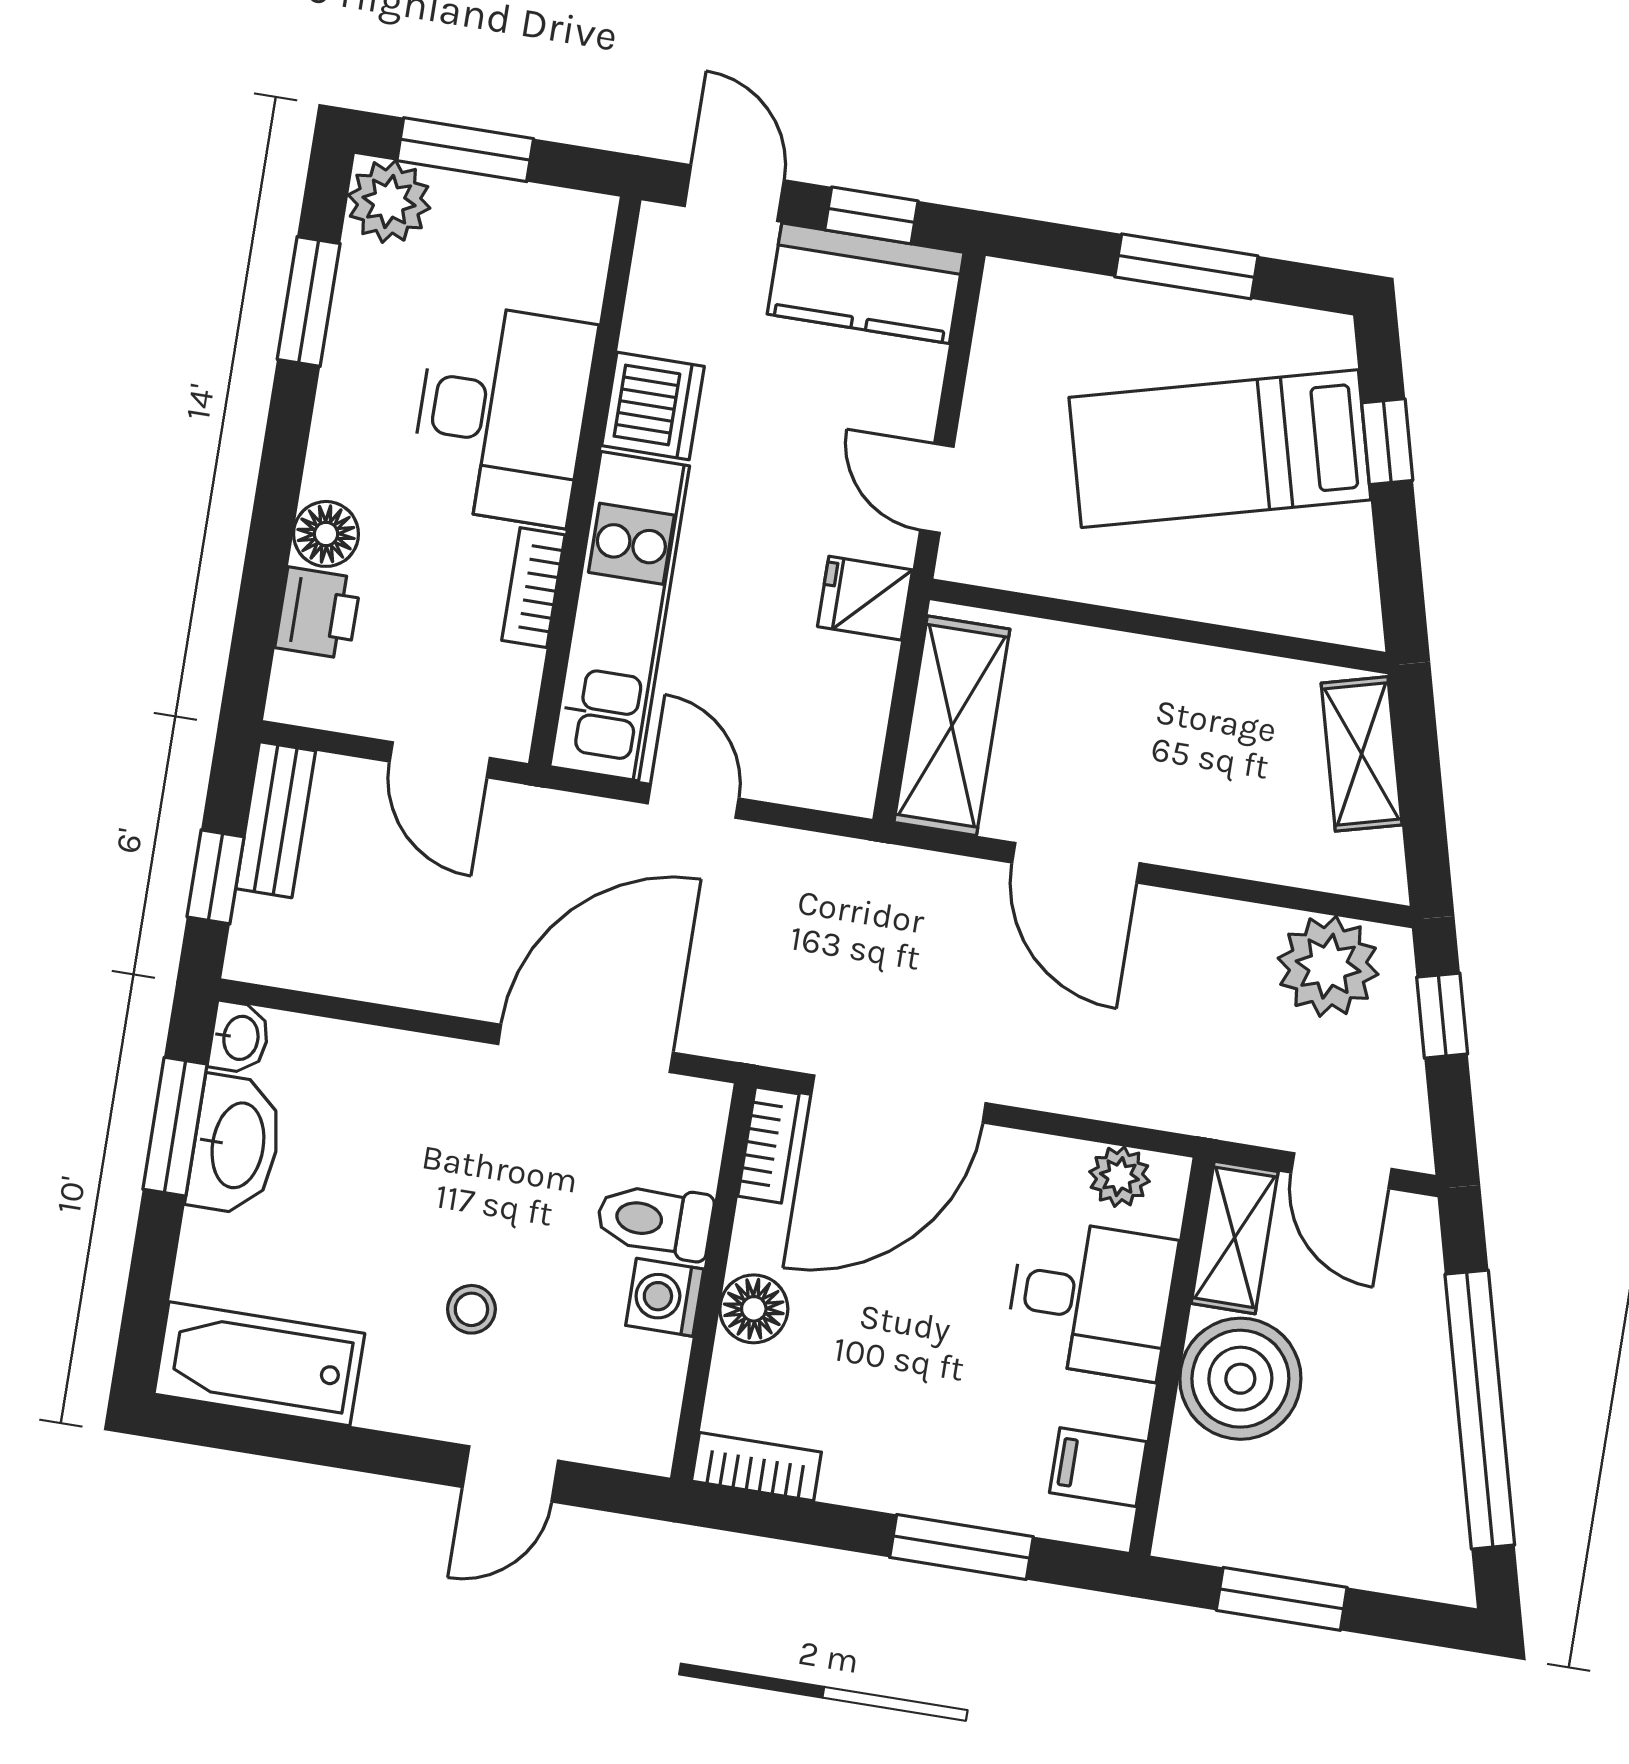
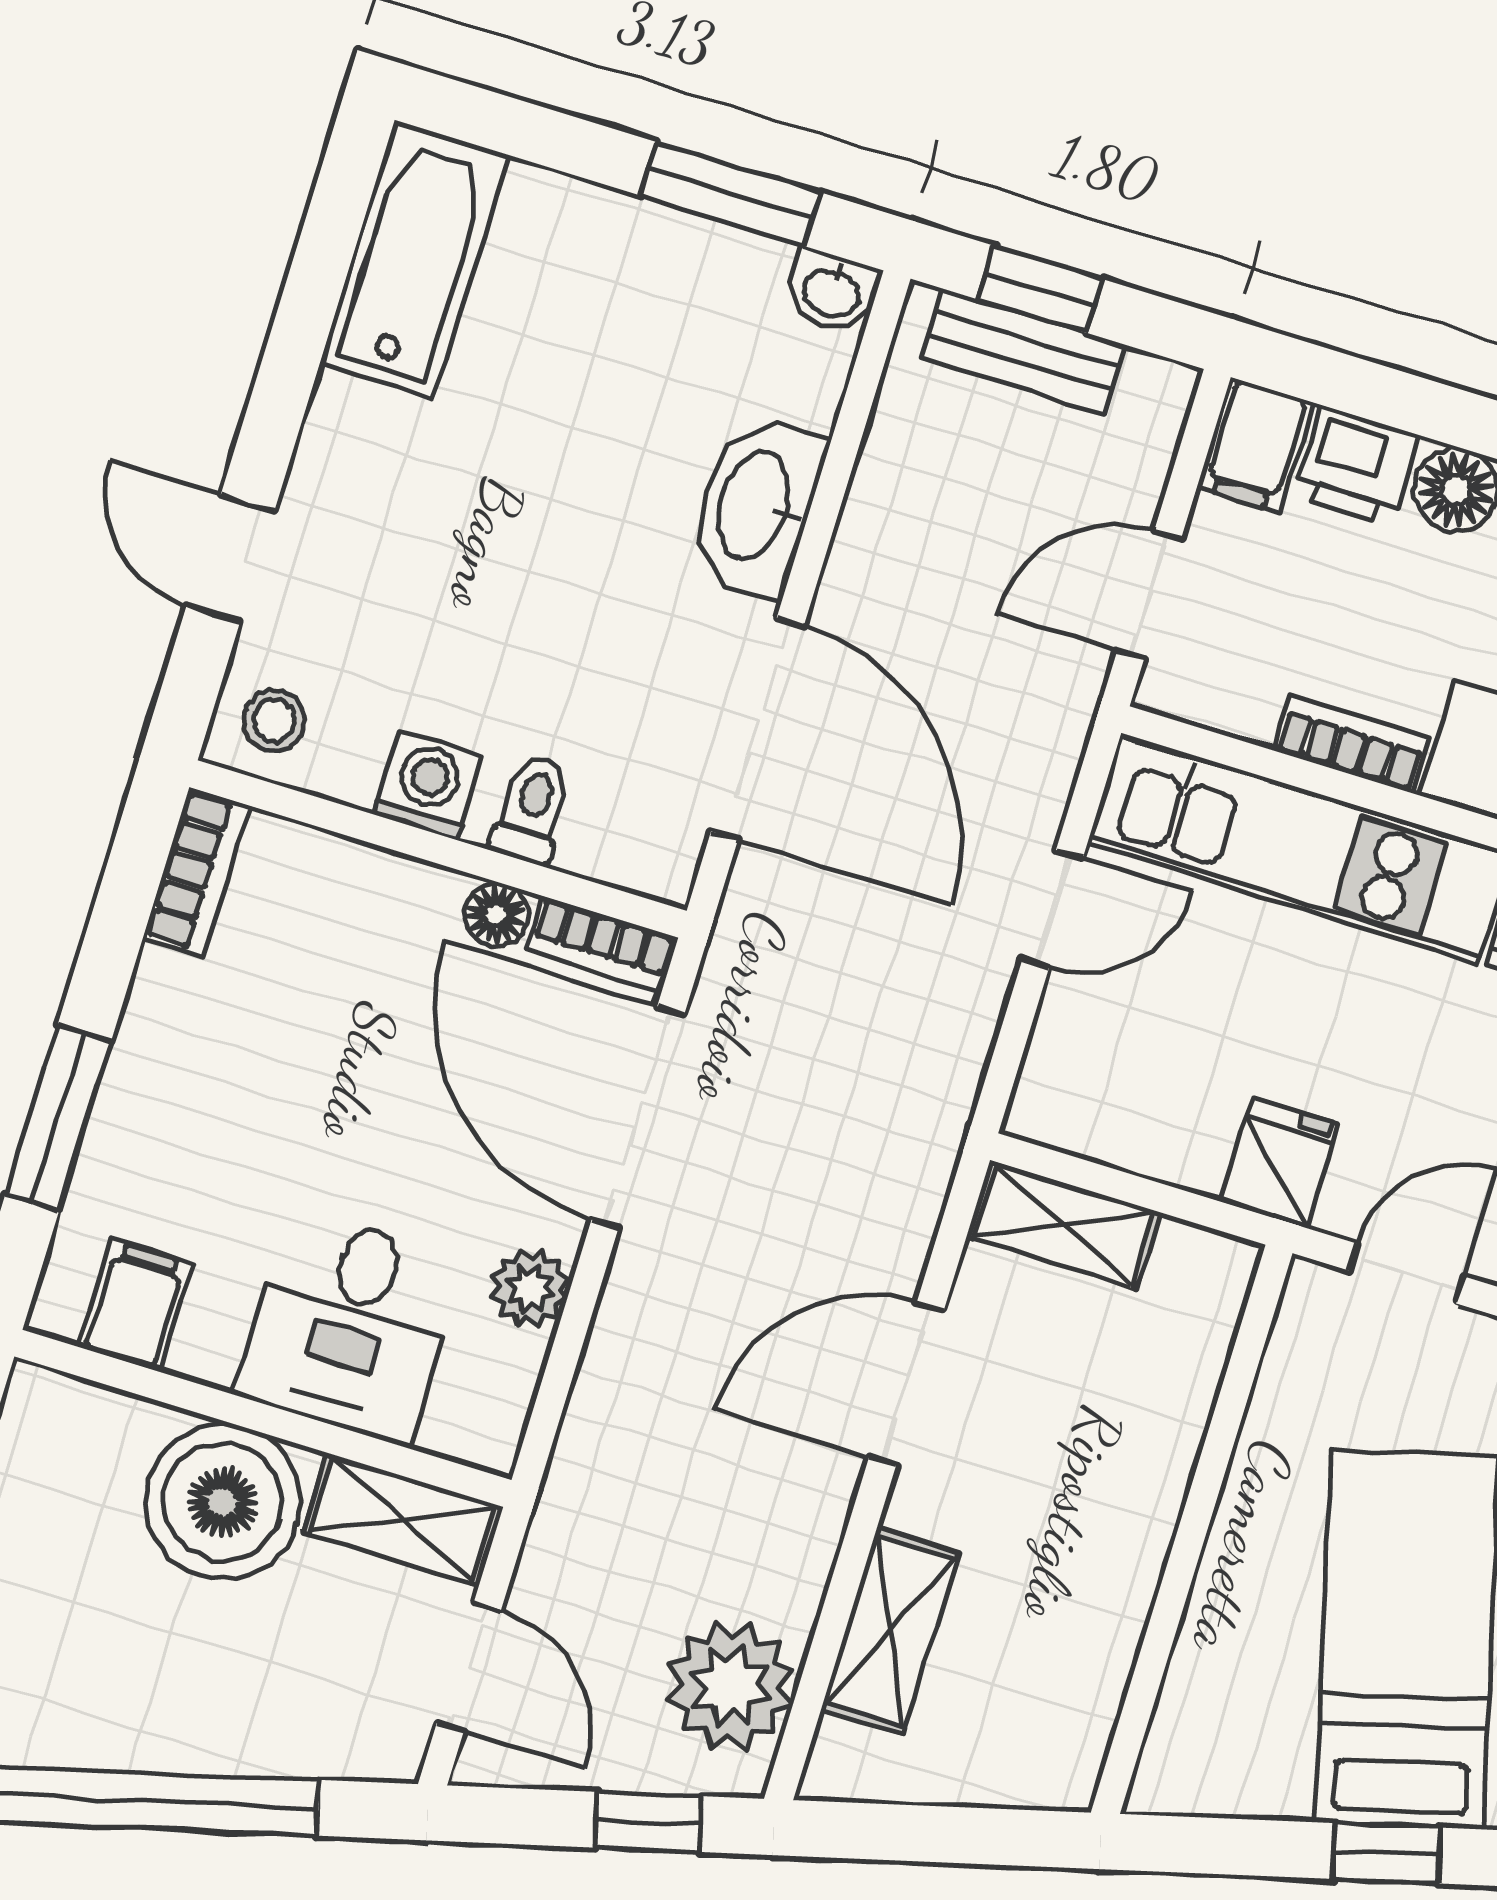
filing cabinet: (313, 694) -> (1255, 445), added
shelving: (952, 726) -> (1064, 1225), width x0.67, depth x0.75
shelving: (1362, 754) -> (890, 1631), moved, turned -75
bench: (276, 820) -> (1023, 351), moved
washbasin: (236, 1145) -> (756, 507), moved, turned 90
door: (1341, 1171) -> (469, 1667), swing flipped
plant: (1119, 1177) -> (530, 1288), moved
toilet: (655, 1221) -> (532, 809), width x0.73, depth x0.72
stool: (471, 1309) -> (274, 721), moved
floor lamp: (754, 1309) -> (496, 915), moved, width x0.73, depth x0.73

